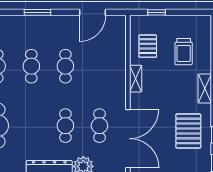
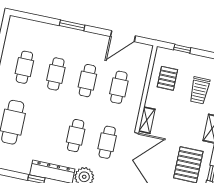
cafe table: (99, 66) -> (119, 87), added
shelving: (136, 79) -> (147, 120), moved

